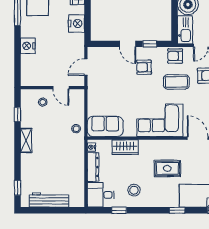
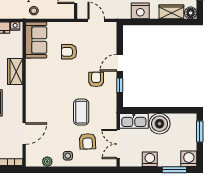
armchair: (175, 56) -> (69, 52), moved, turned -90
corner sofa: (160, 120) -> (42, 95), removed
wardrobe: (125, 147) -> (15, 72), moved

